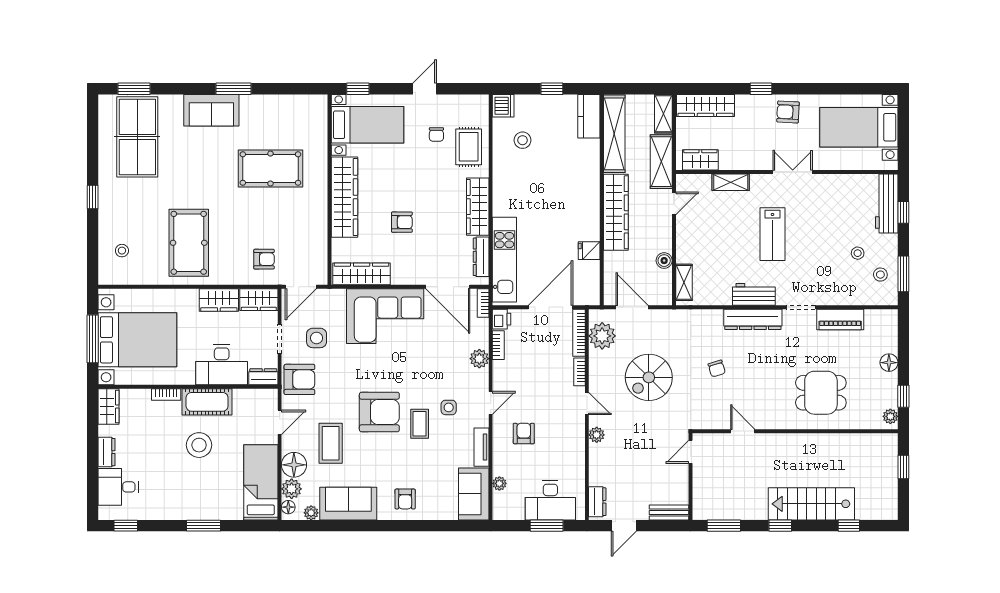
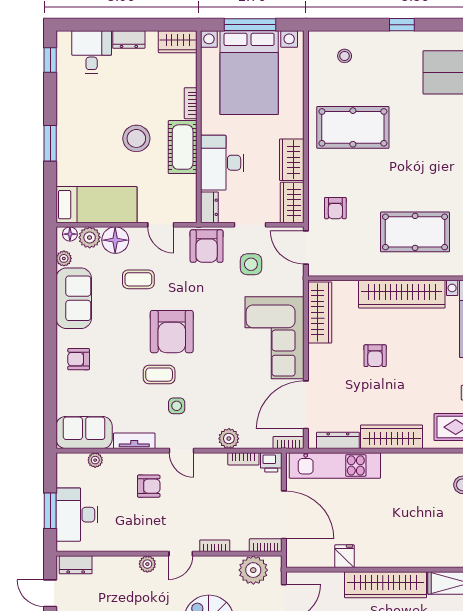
pool table: (270, 169) -> (415, 232), moved, turned 90
bookcase: (579, 333) -> (266, 545), width x0.64
coffee table: (331, 443) -> (138, 279), width x0.73, depth x0.77

